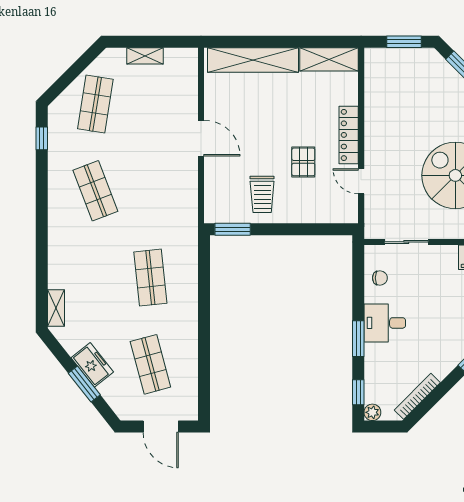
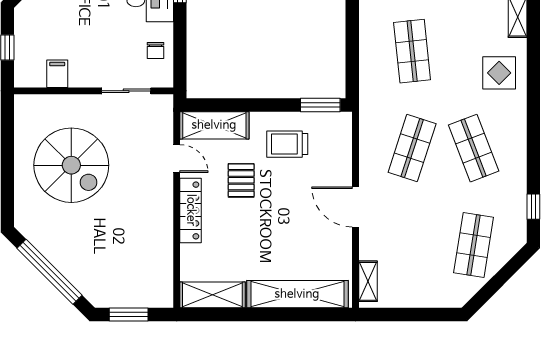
shelving: (145, 56) -> (368, 281), moved, turned 90
shop shelf: (150, 191) -> (412, 148), added
trolley: (262, 194) -> (287, 144), turned -90
shelving: (327, 211) -> (214, 125), added
display table: (73, 258) -> (499, 73), added
chair: (380, 278) -> (156, 51), turned -90

